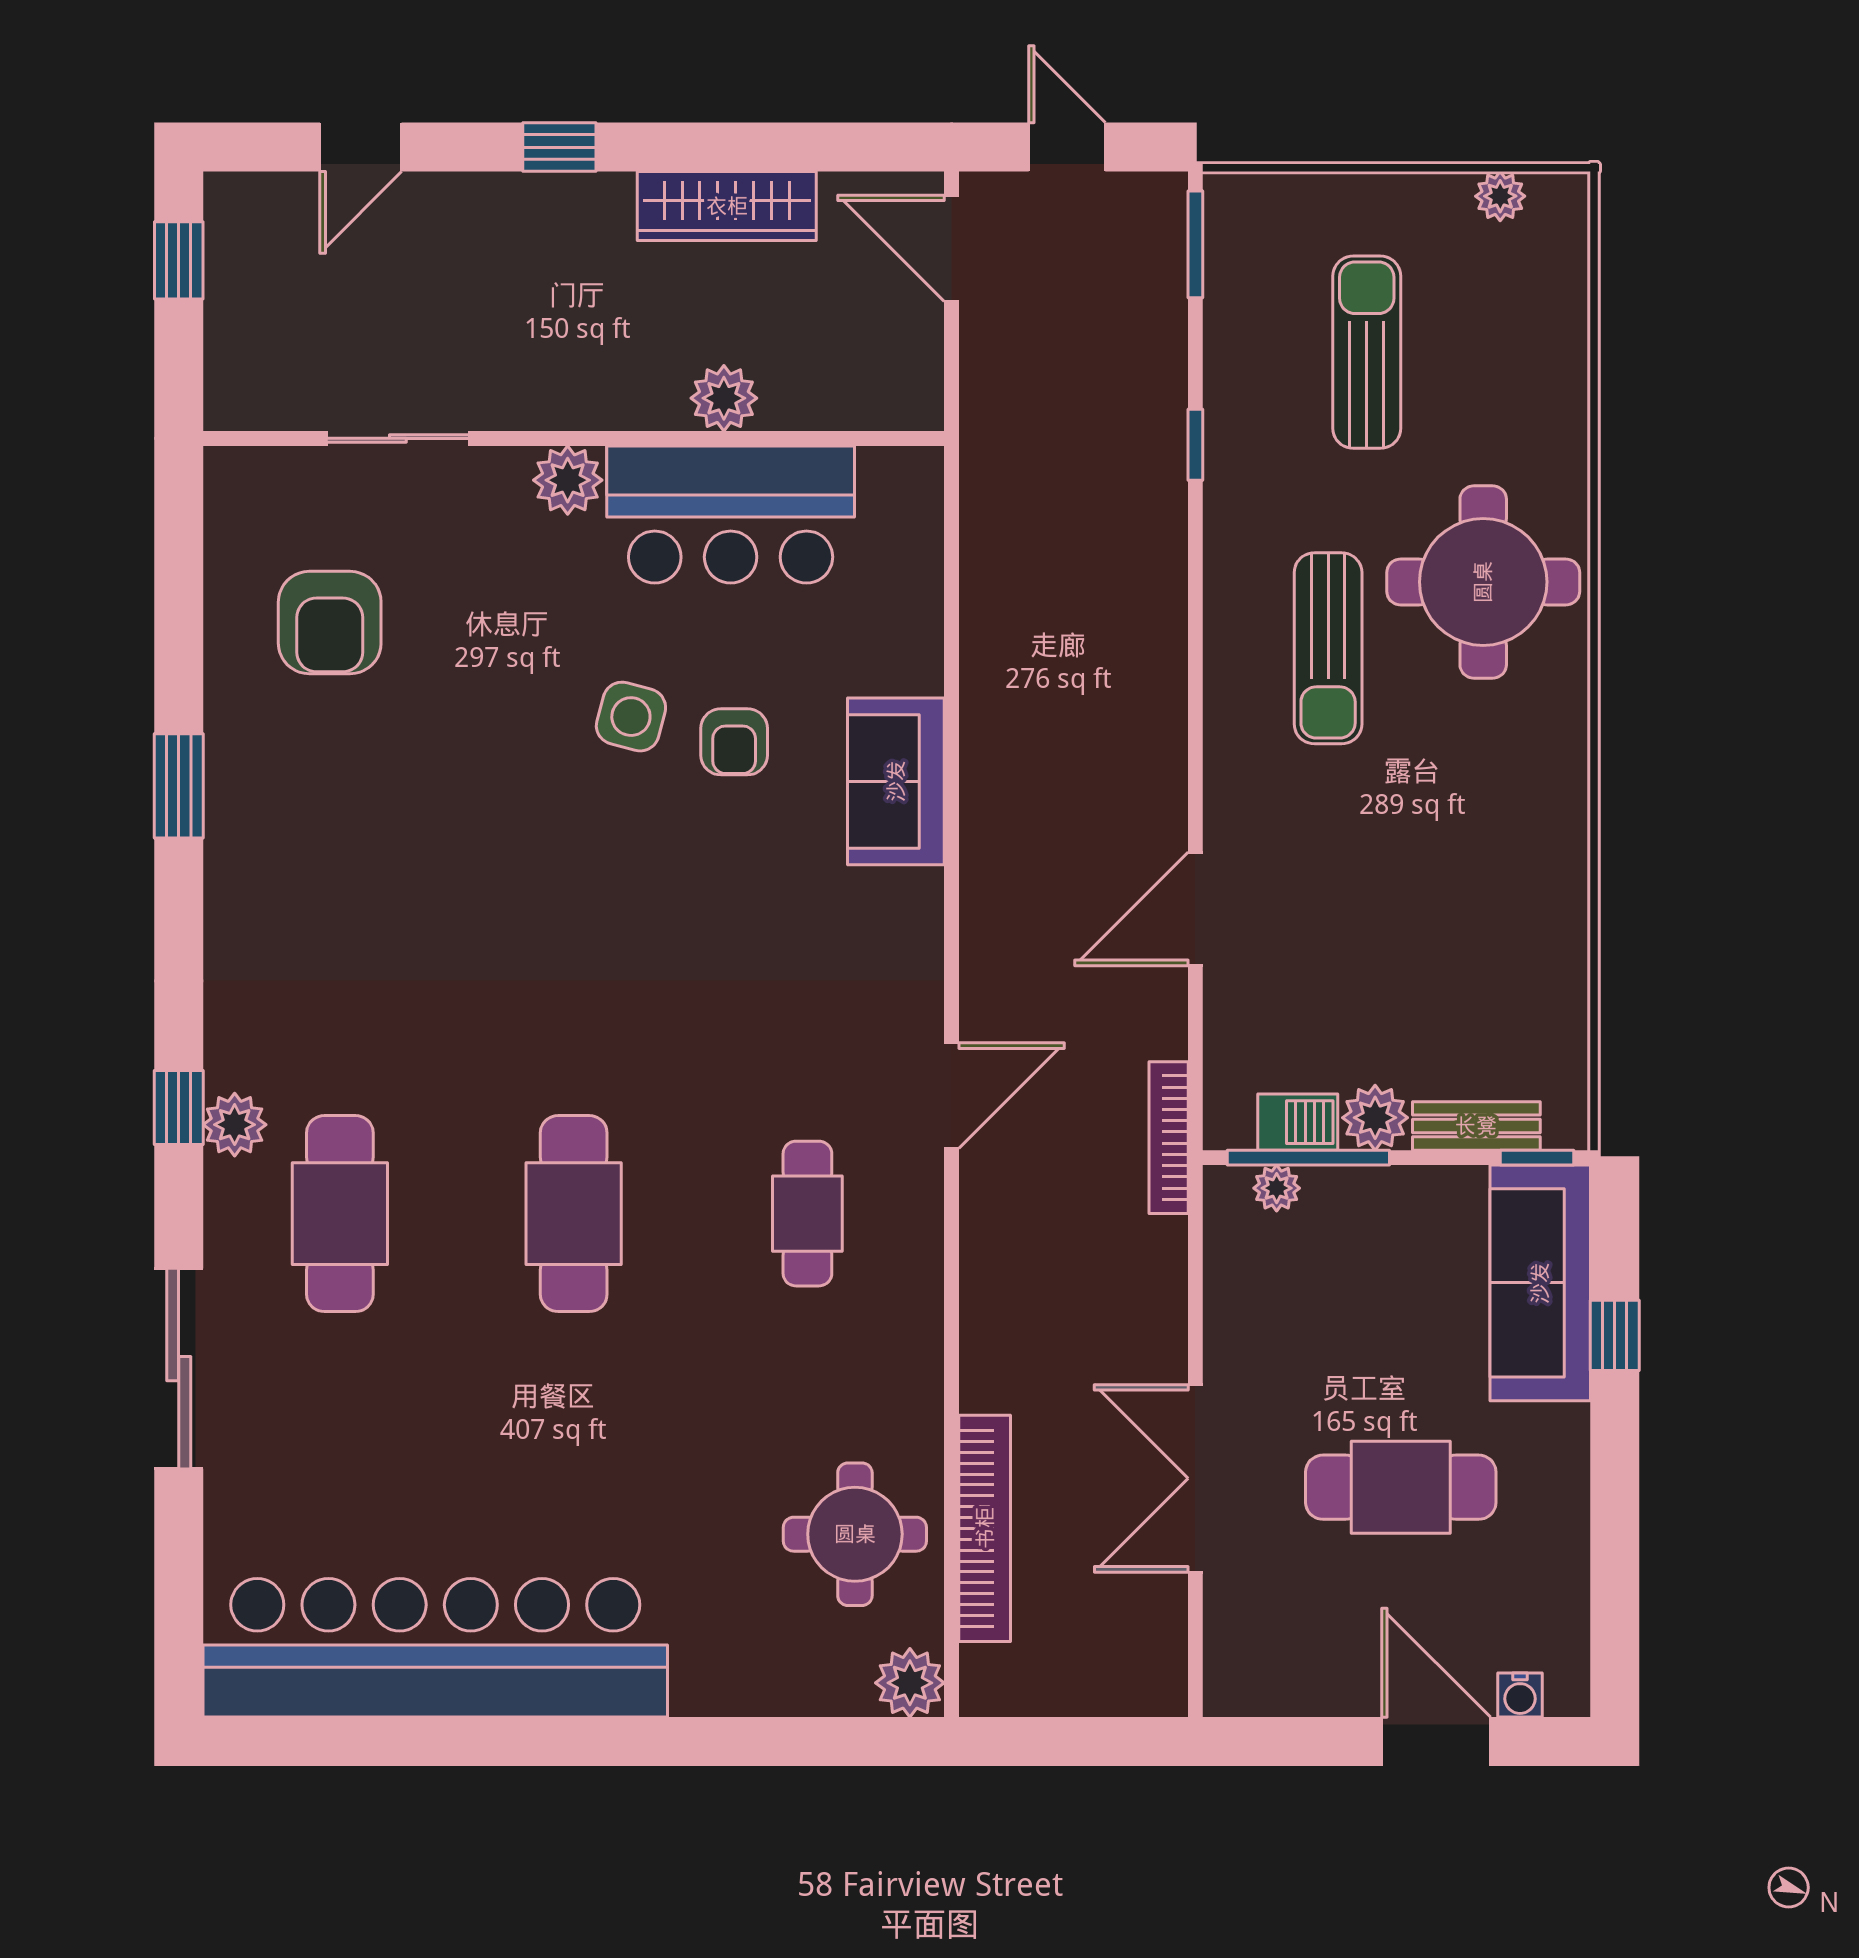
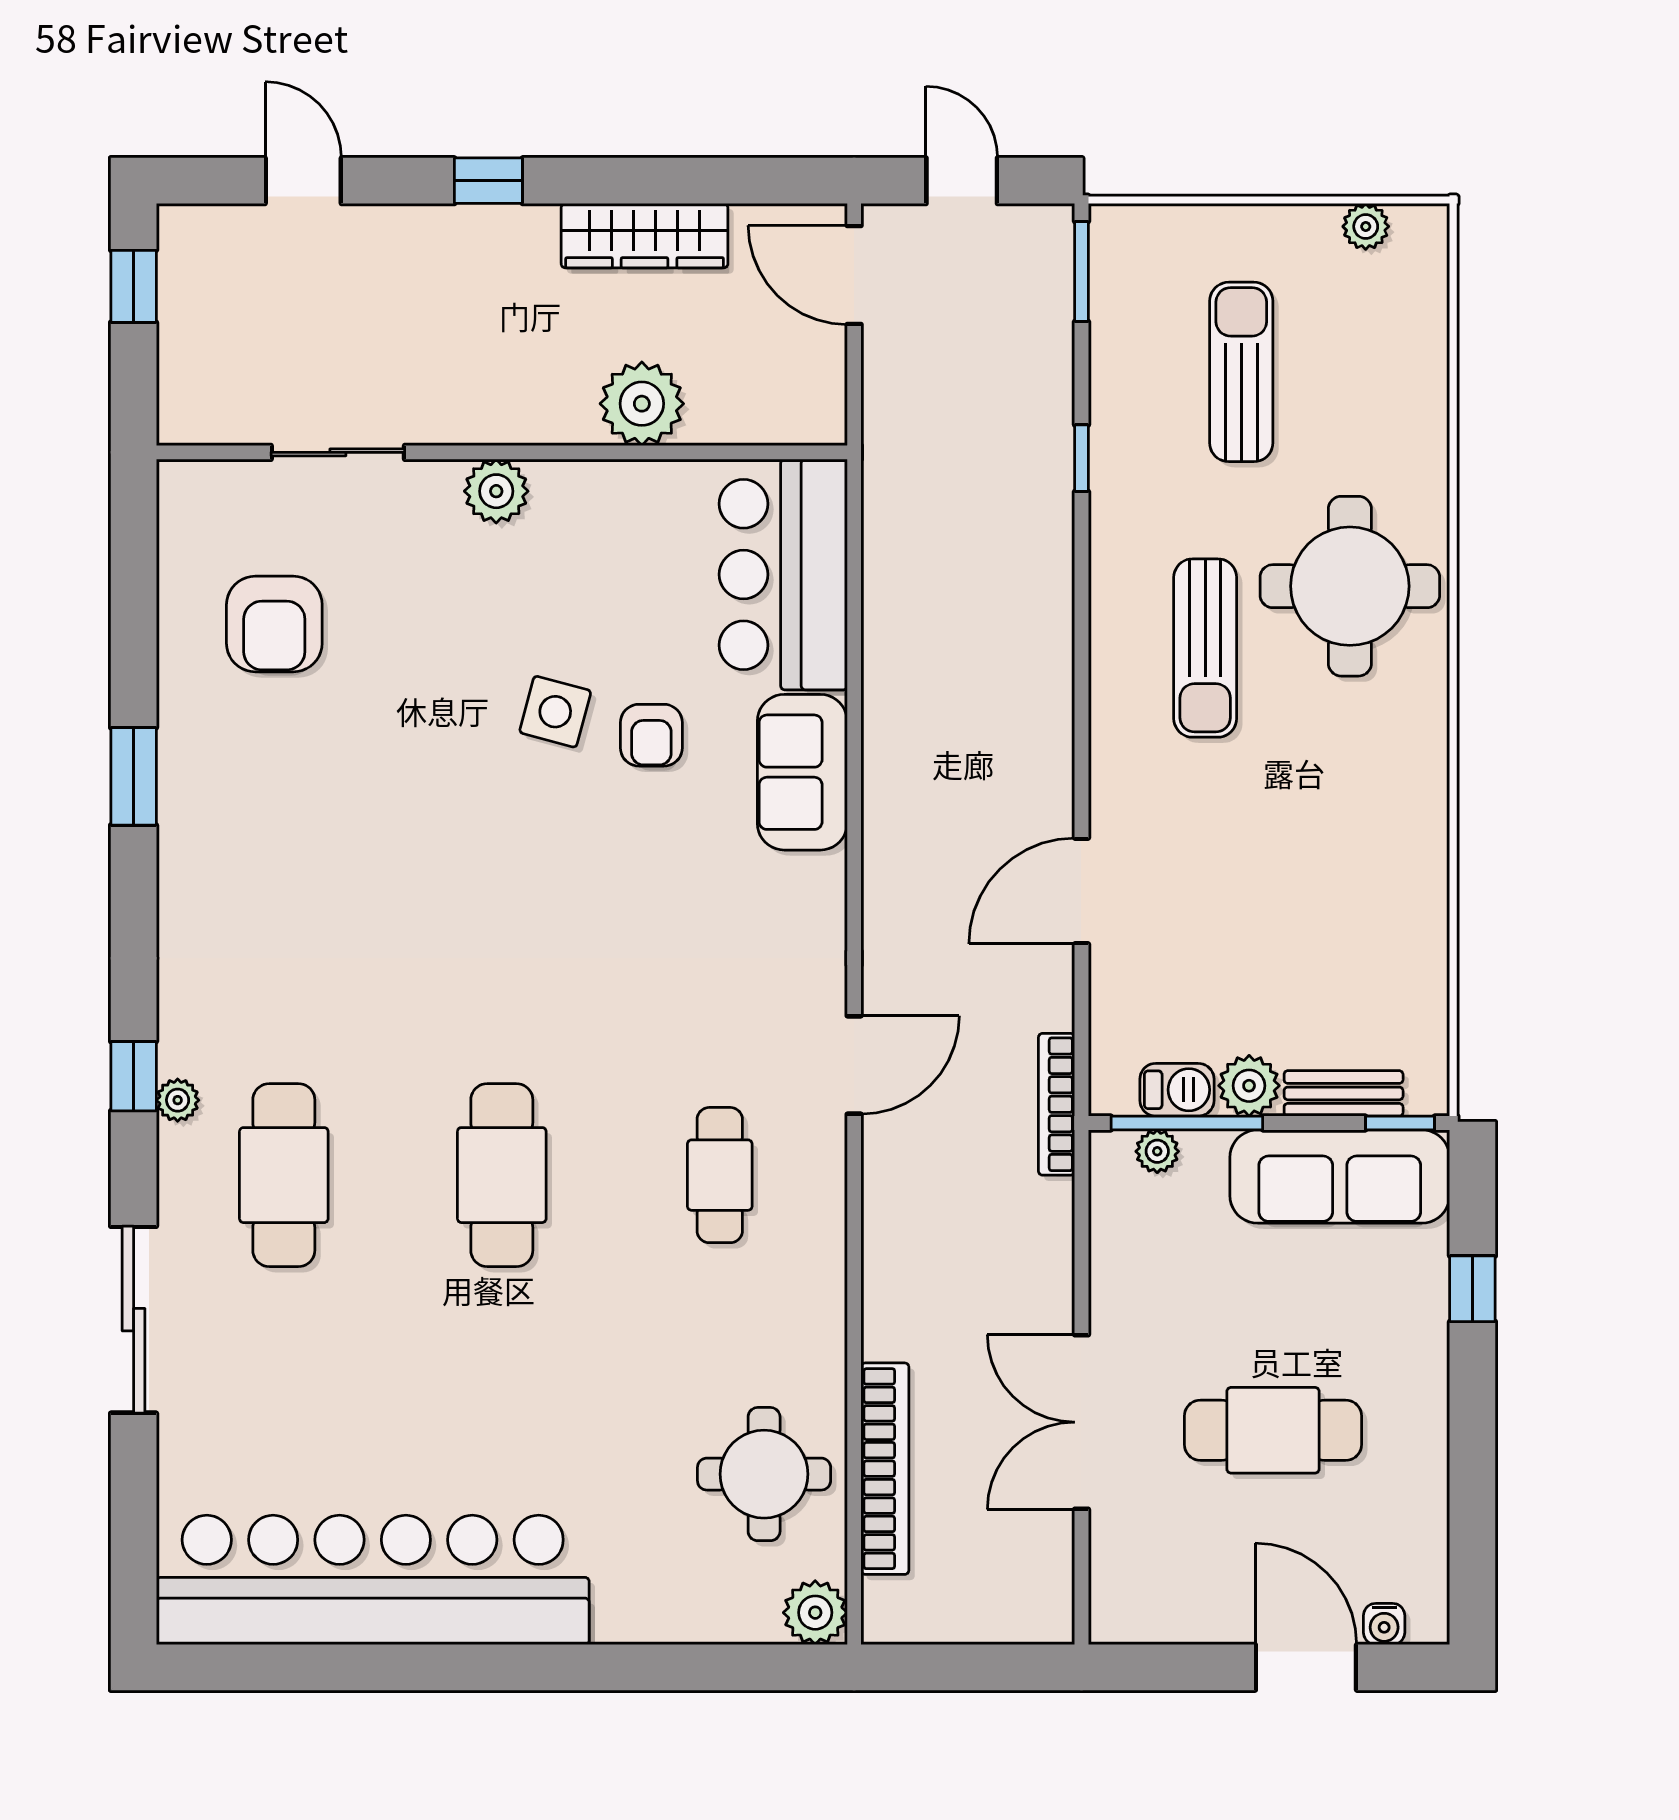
door: (361, 147) -> (303, 181), swing flipped
plant: (724, 398) -> (642, 404), width x1.36, depth x1.36
bar counter: (731, 514) -> (783, 574), moved, turned 90
plant: (235, 1125) -> (178, 1100), width x0.73, depth x0.73
sofa: (1540, 1283) -> (1340, 1177), moved, turned -90

